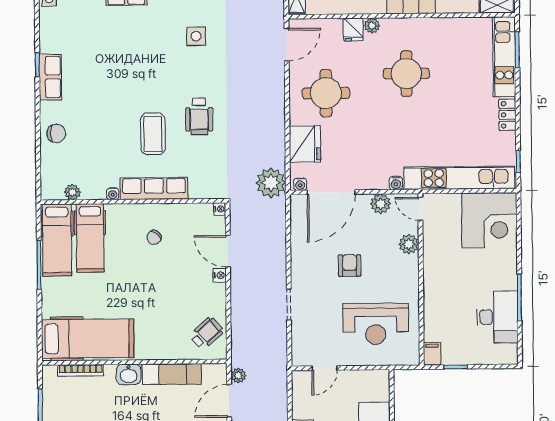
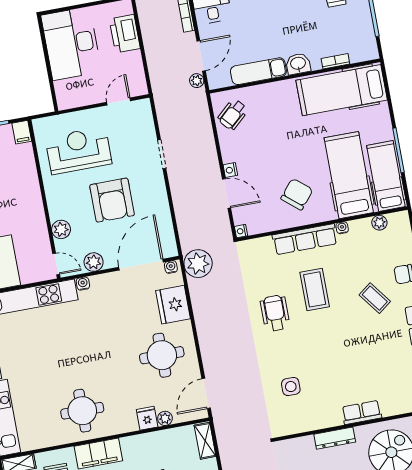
plant: (372, 26) -> (165, 418), moved
round table: (406, 73) -> (82, 411), moved
coffee table: (91, 114) -> (375, 298), added
chair: (154, 237) -> (297, 194), width x1.87, depth x1.87
hospital bed: (90, 238) -> (349, 175), width x1.37, depth x1.29
armchair: (350, 266) -> (112, 200), width x1.88, depth x1.88
bookcase: (81, 370) -> (335, 61), width x0.64

